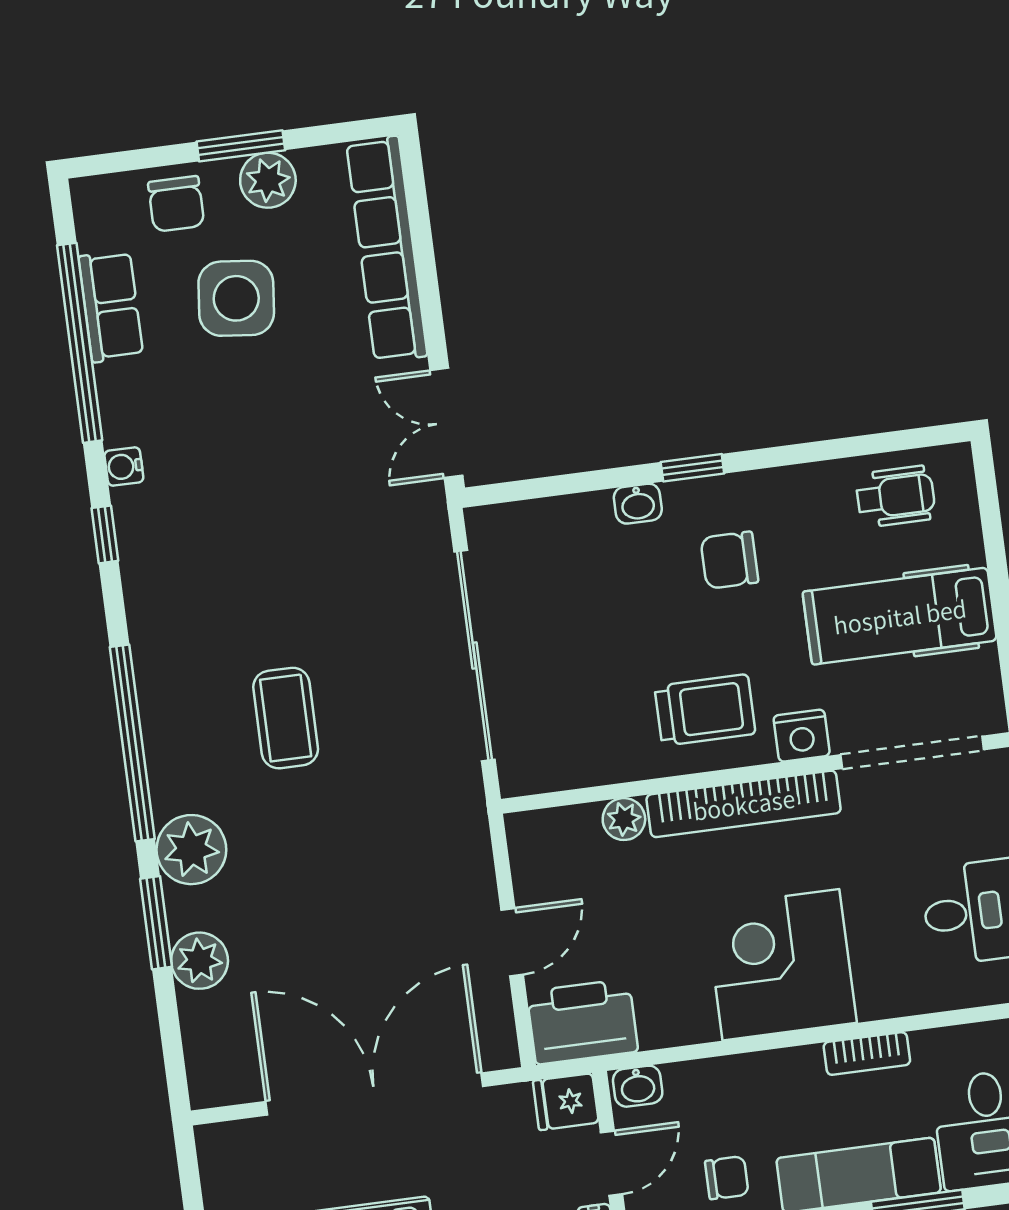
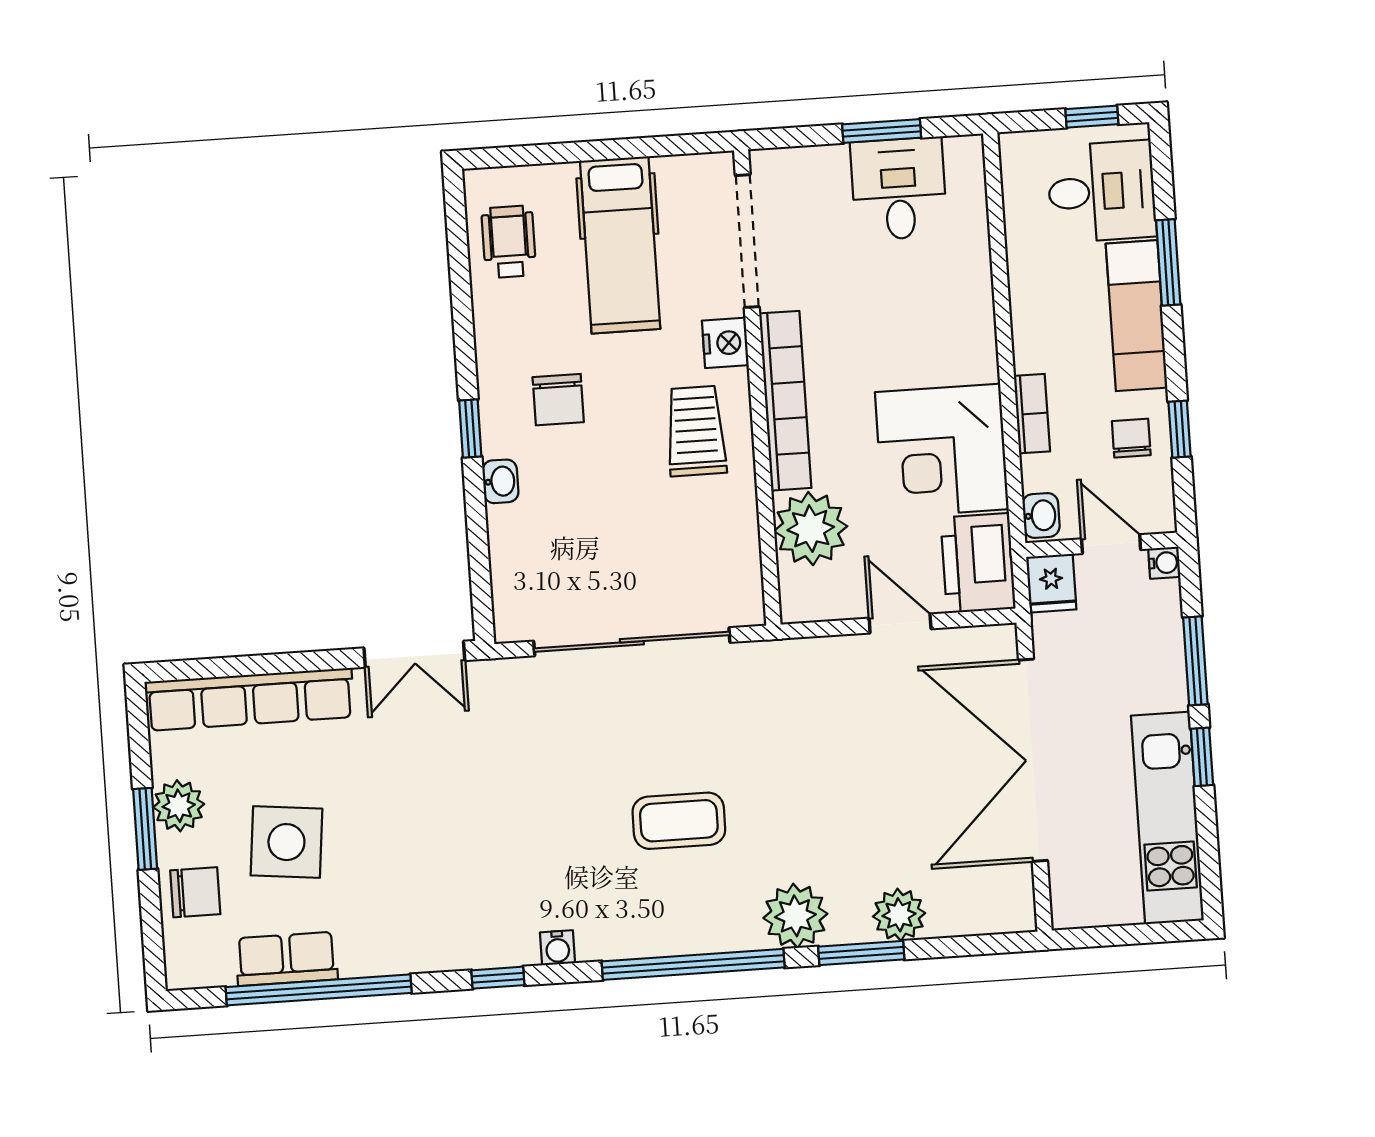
water cooler: (124, 466) -> (558, 948), moved
plant: (624, 819) -> (811, 529), width x1.87, depth x1.87
corner desk: (781, 965) -> (942, 451), moved
bookcase: (867, 1054) -> (1032, 414), moved

